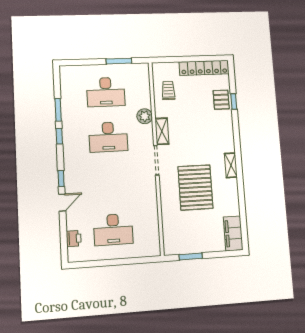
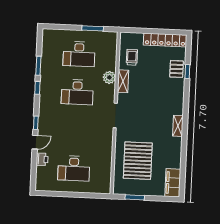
shelving: (162, 131) -> (123, 81), moved
pallet: (195, 187) -> (138, 161), moved
printer: (74, 238) -> (42, 159), moved

